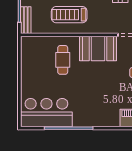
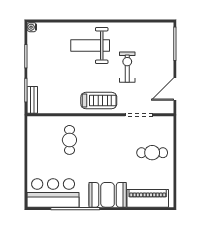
treadmill: (69, 15) -> (99, 101), moved, turned 180
booth: (98, 49) -> (108, 195), moved

